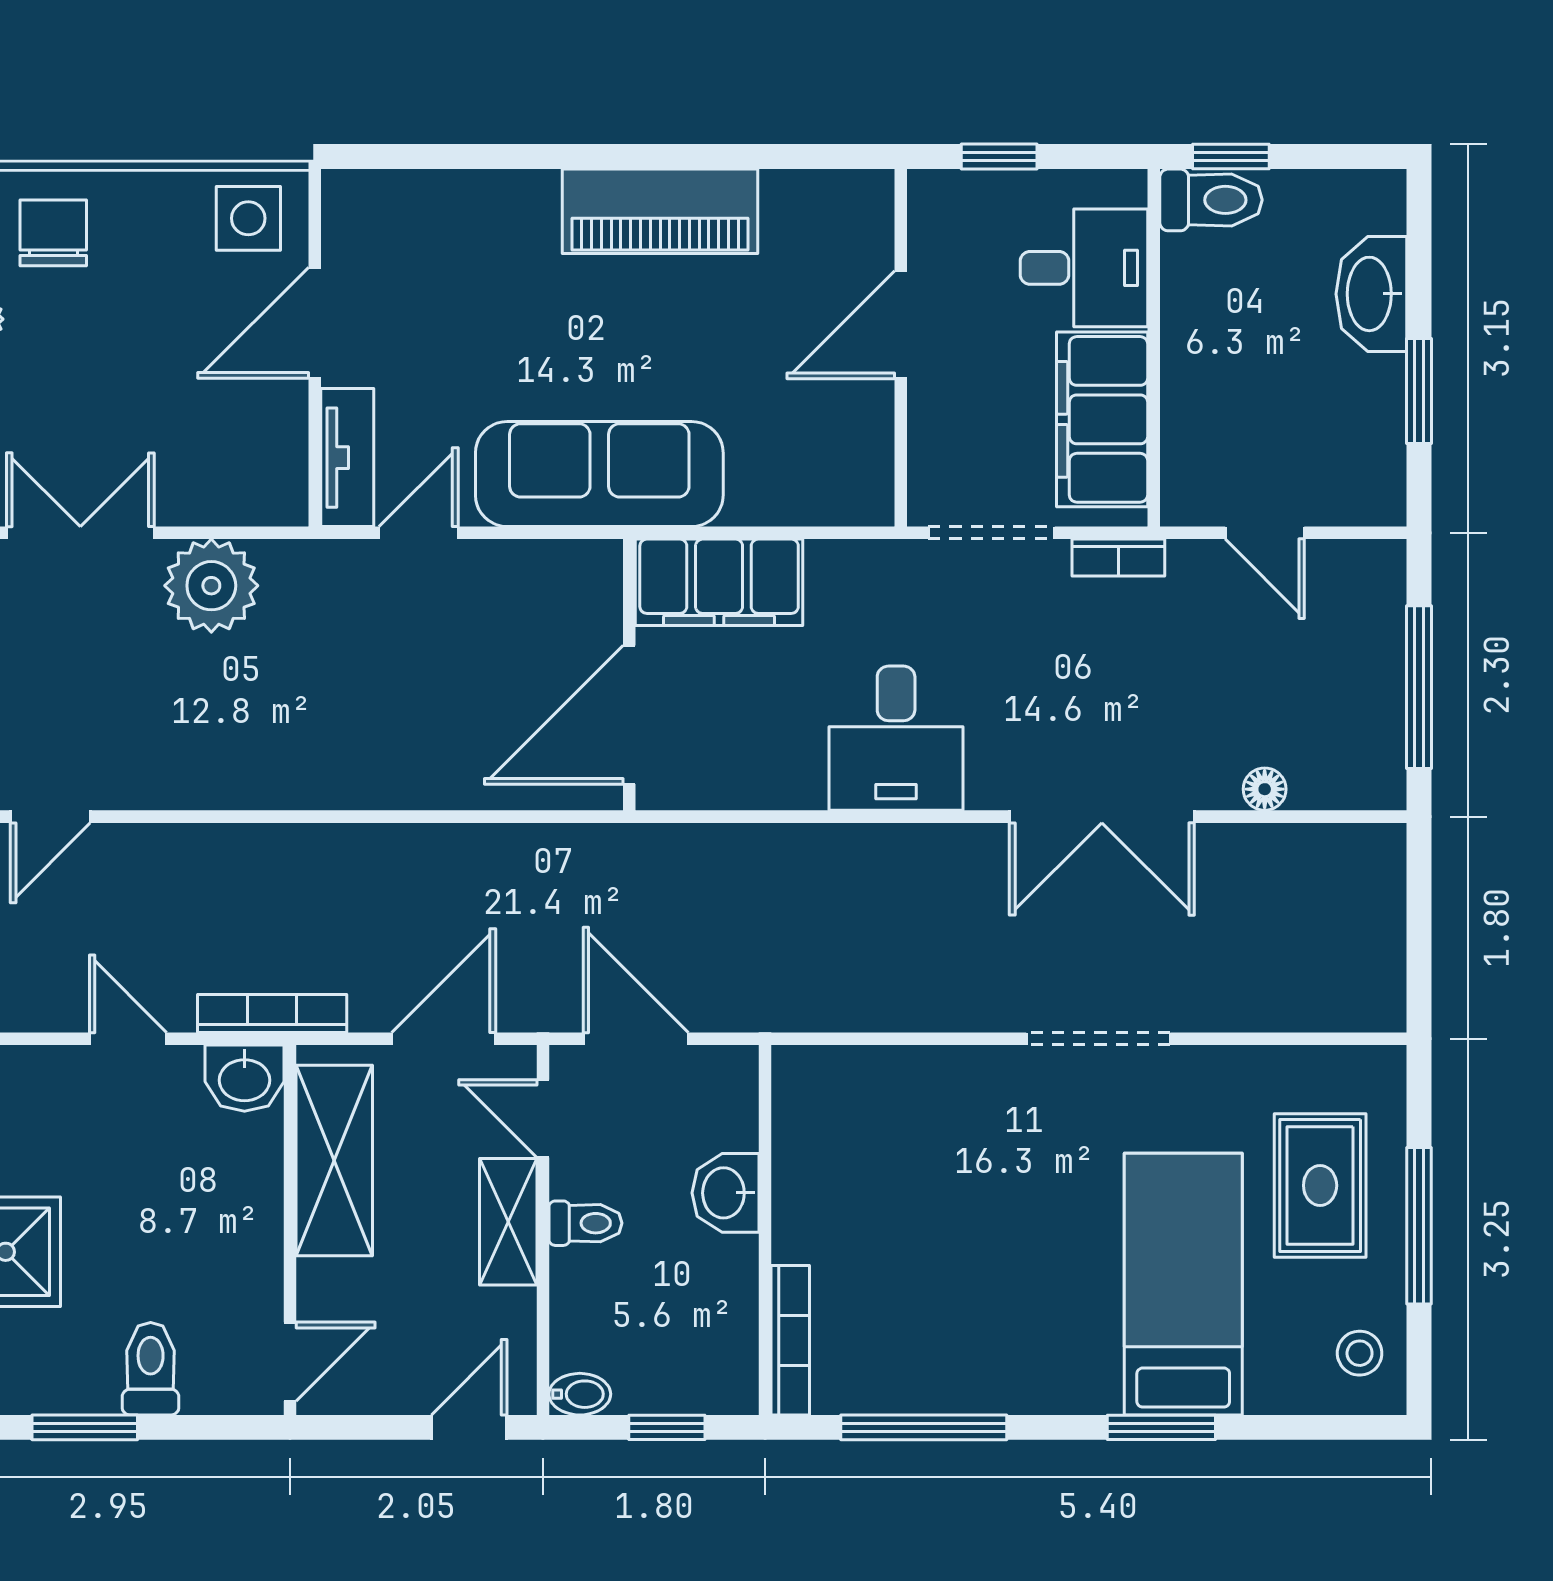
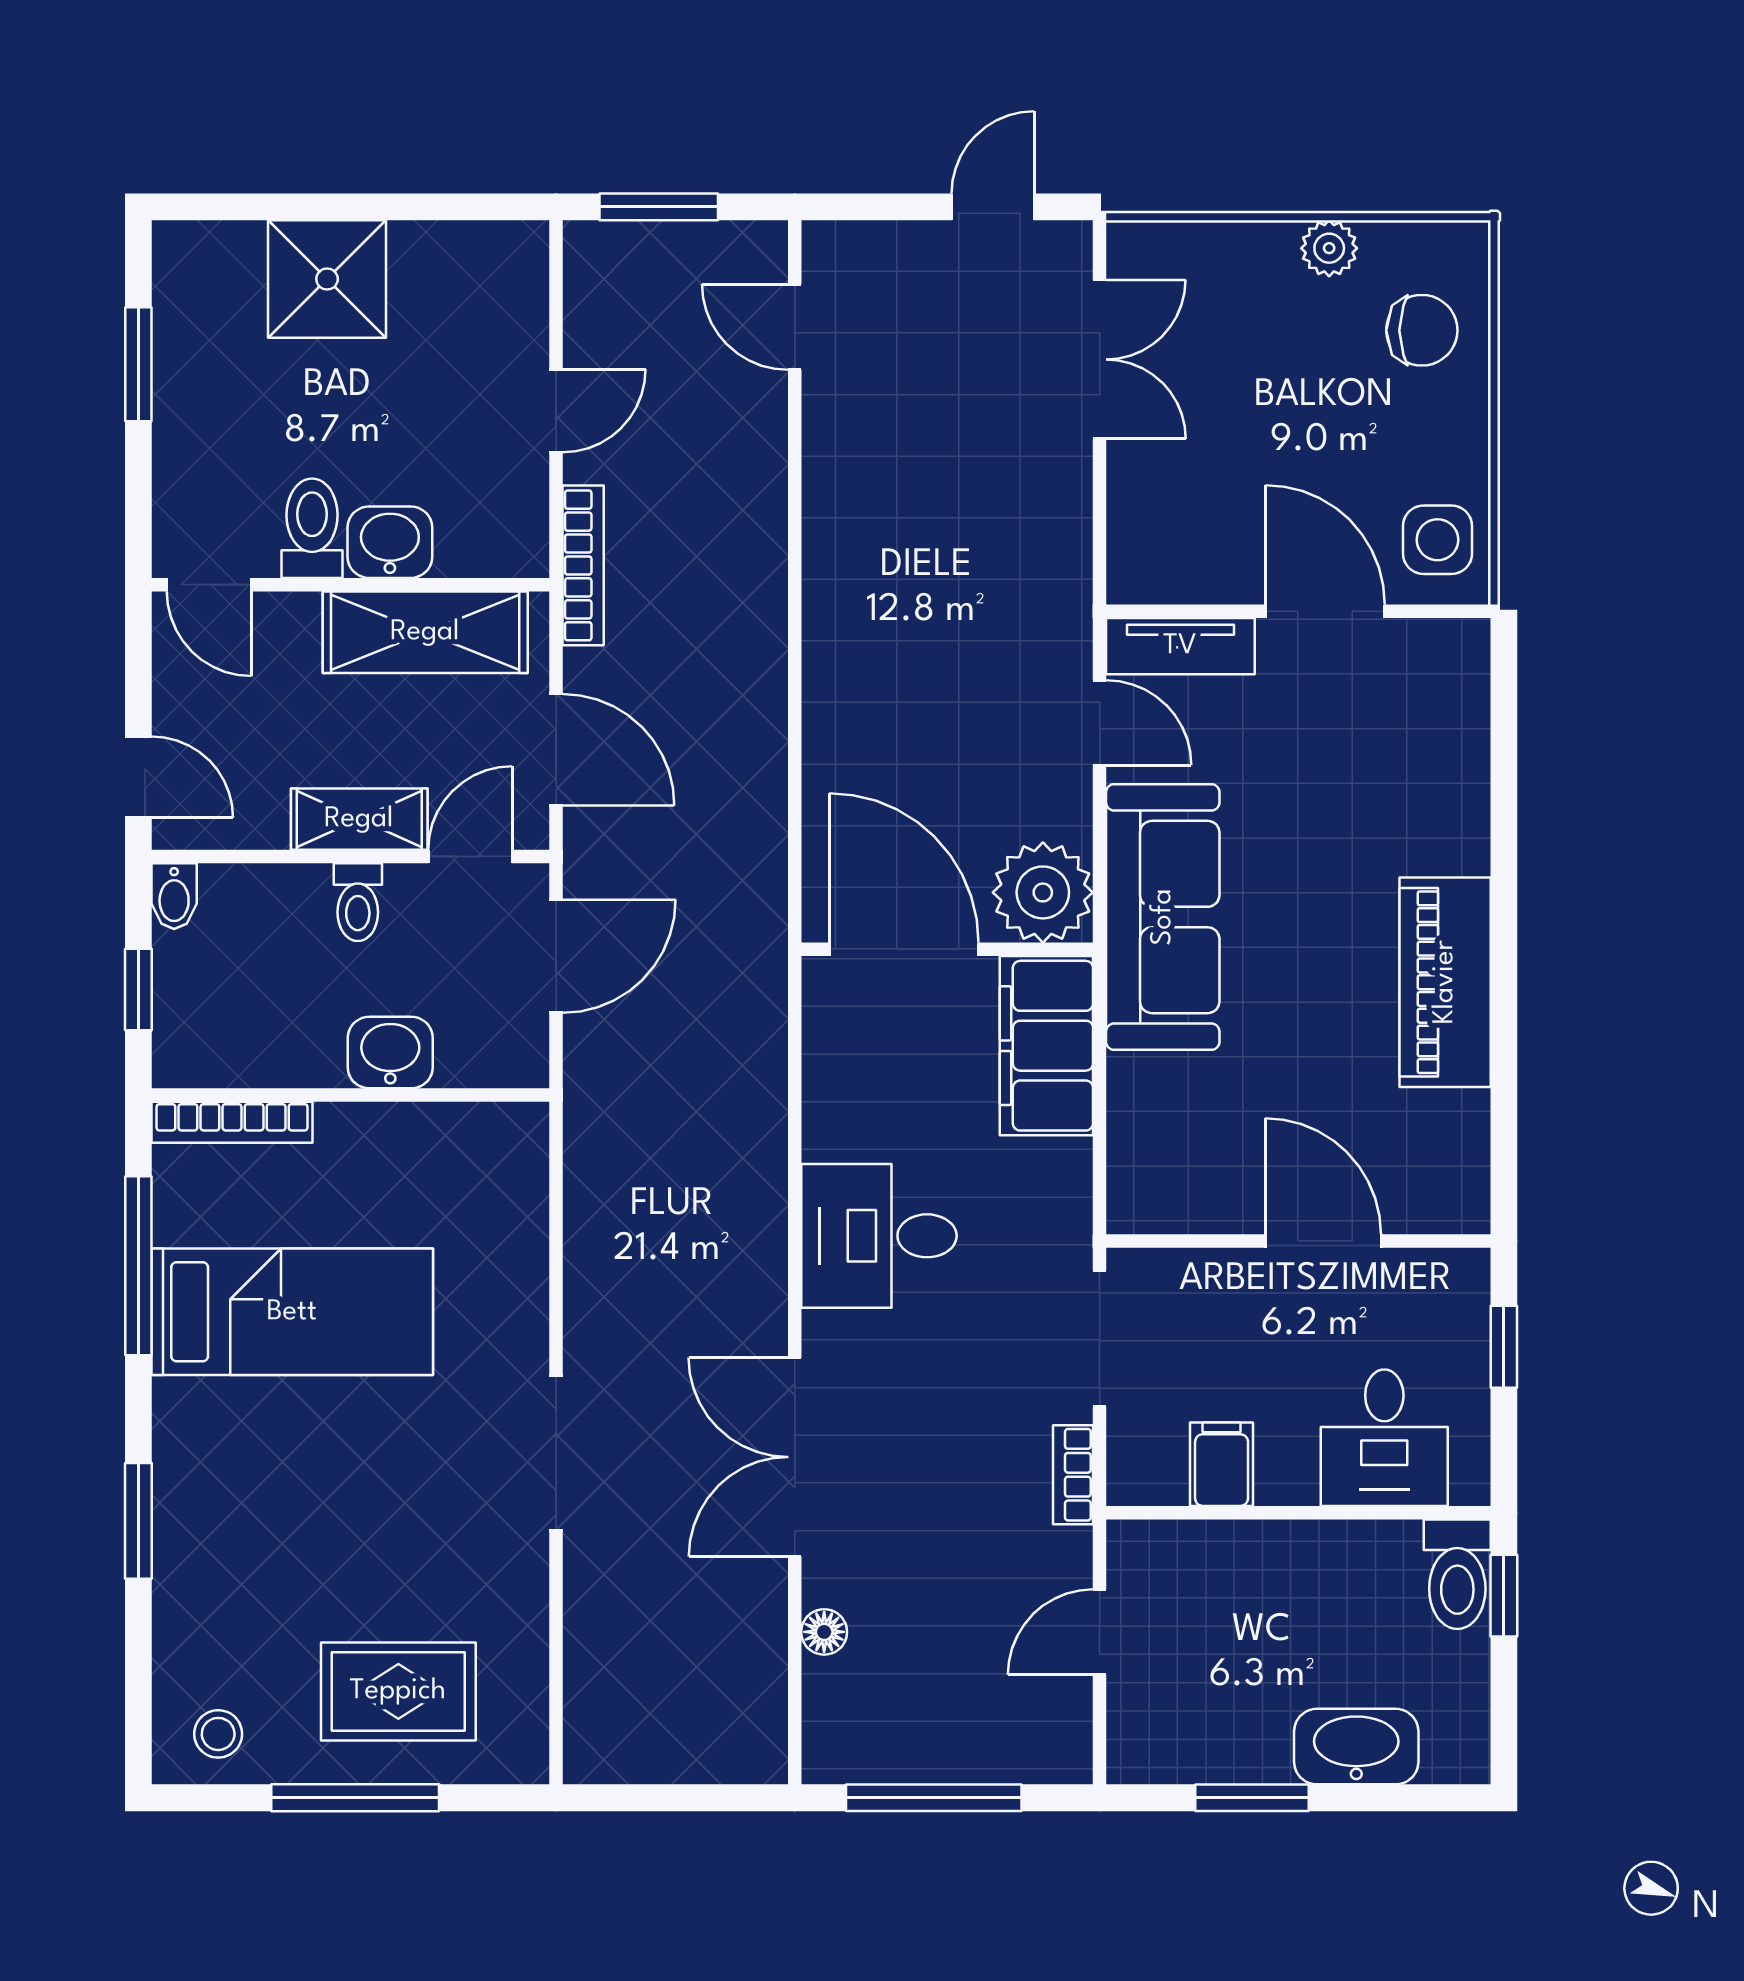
filing cabinet: (1102, 419) -> (1222, 1464), width x0.33, depth x0.86
plant: (211, 586) -> (1043, 892), moved
washbasin: (244, 1078) -> (390, 542), moved, turned 90
bed: (1183, 1284) -> (292, 1312), moved
toilet: (151, 1369) -> (312, 528), moved, turned -90

